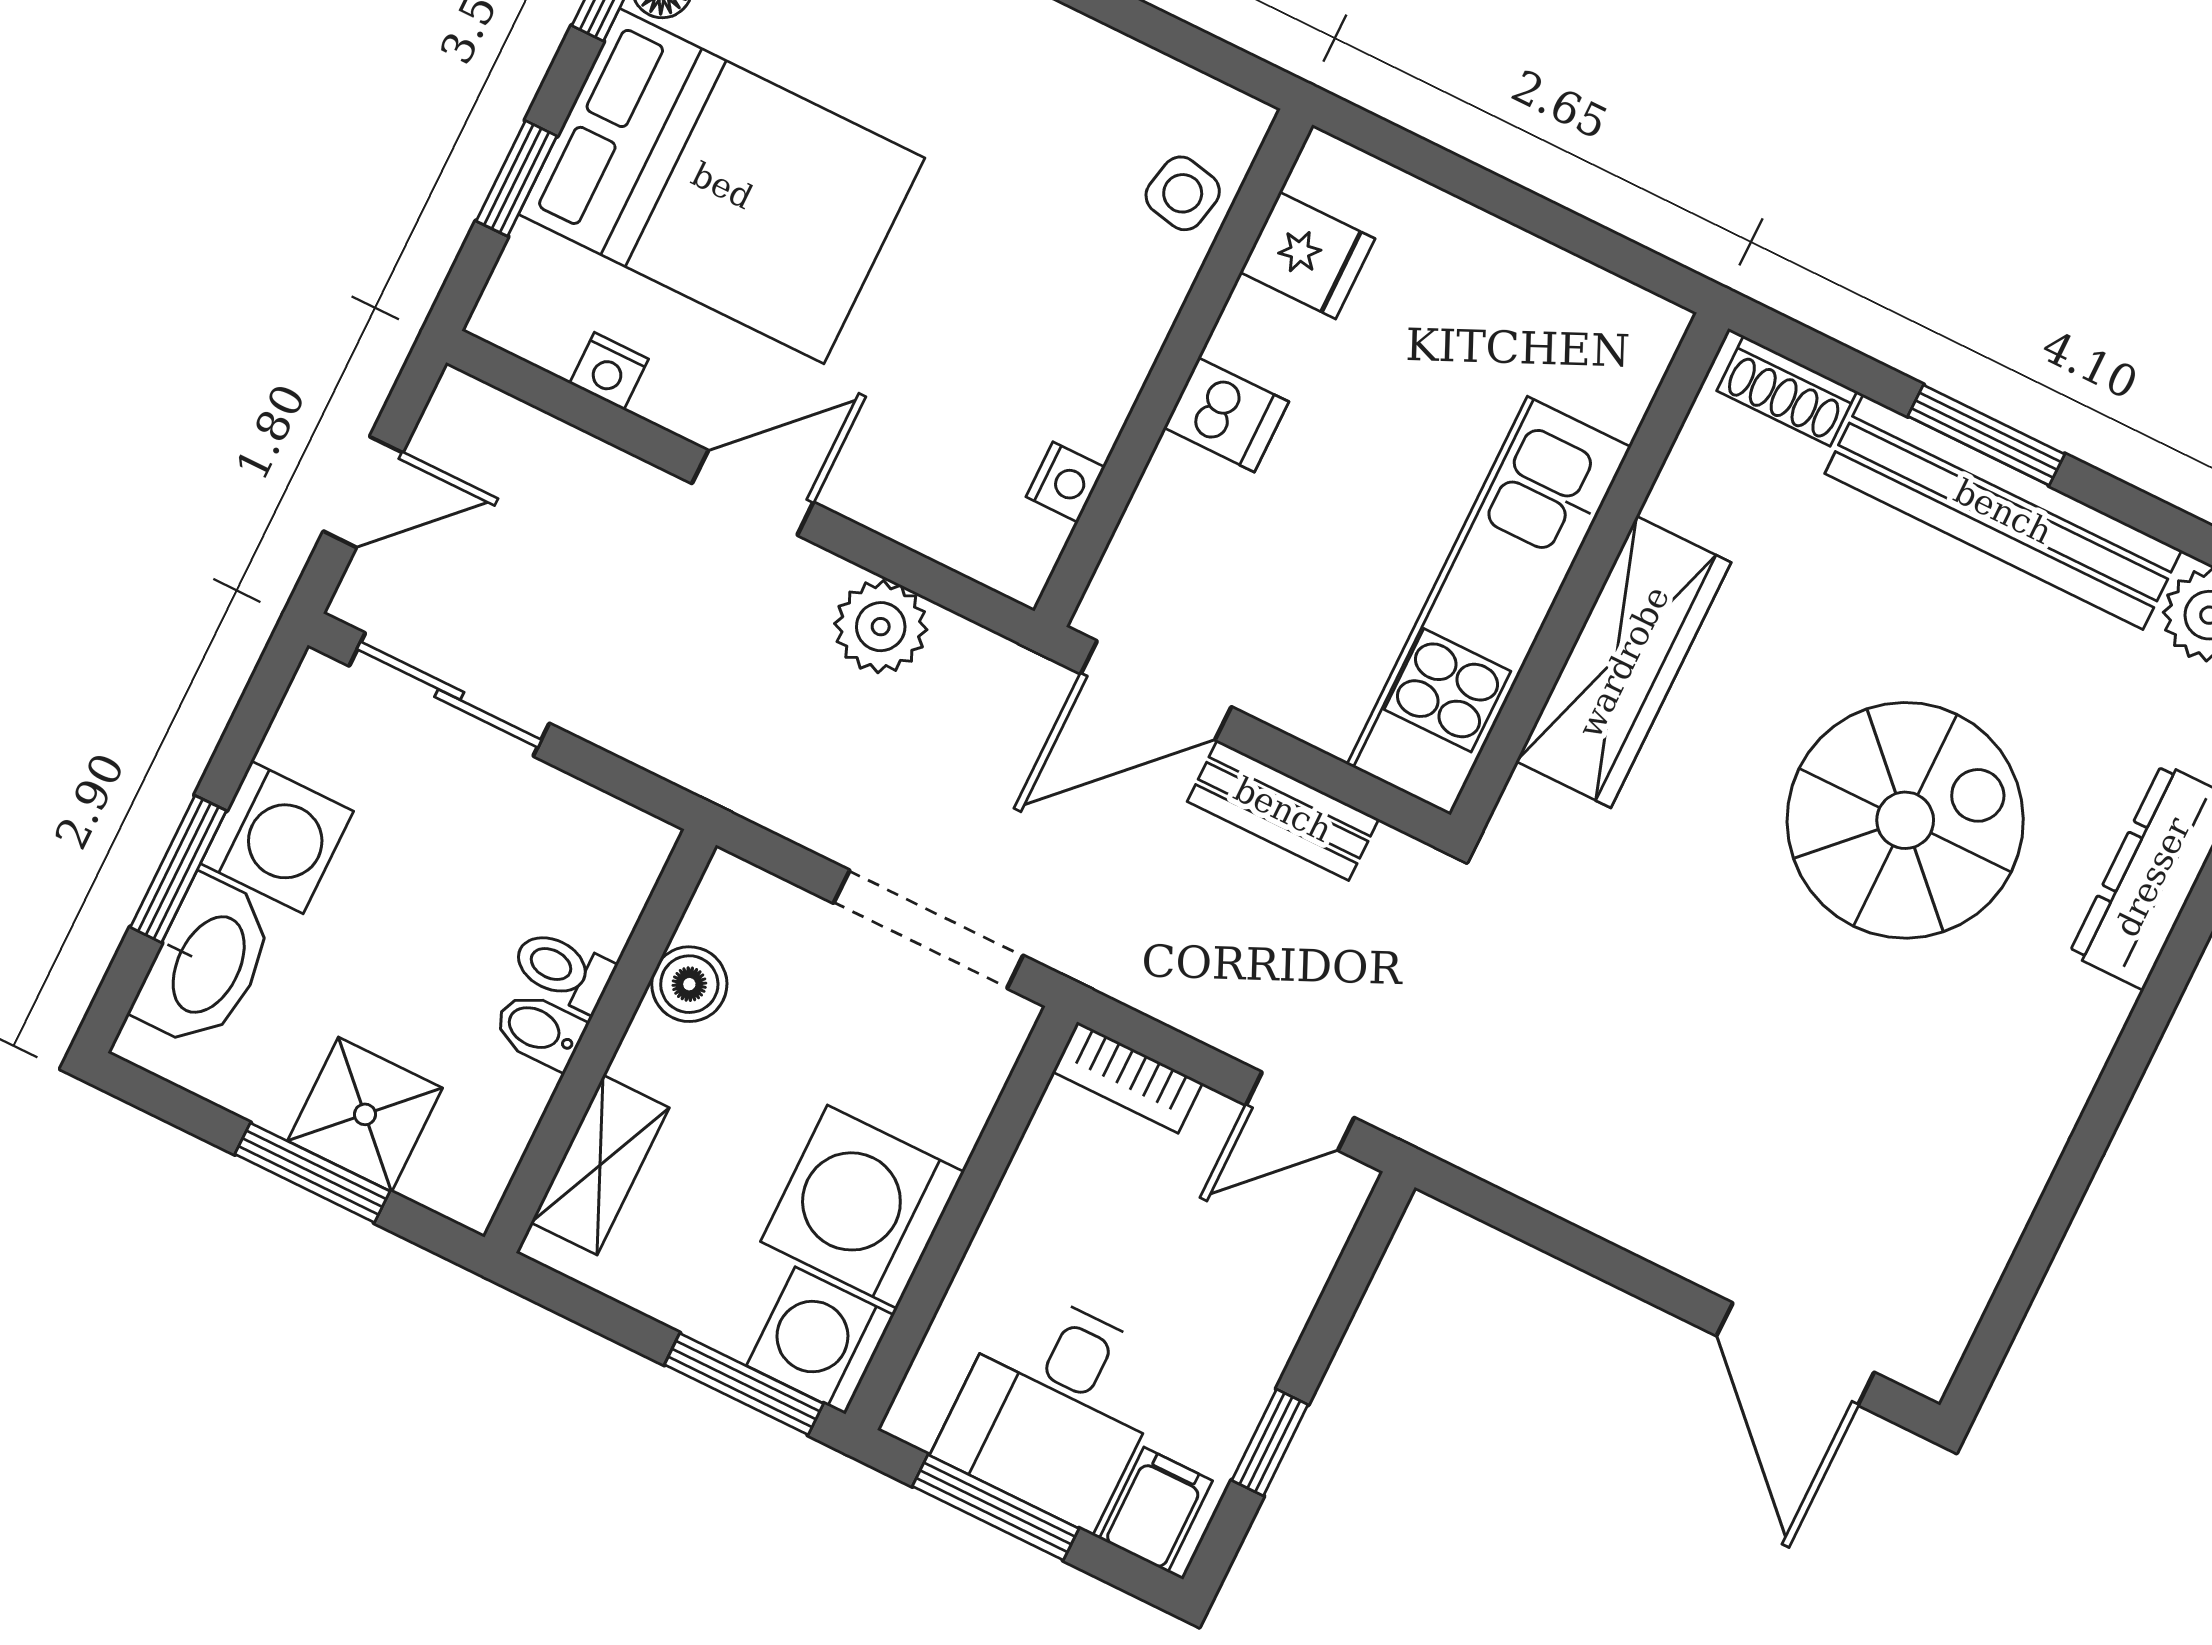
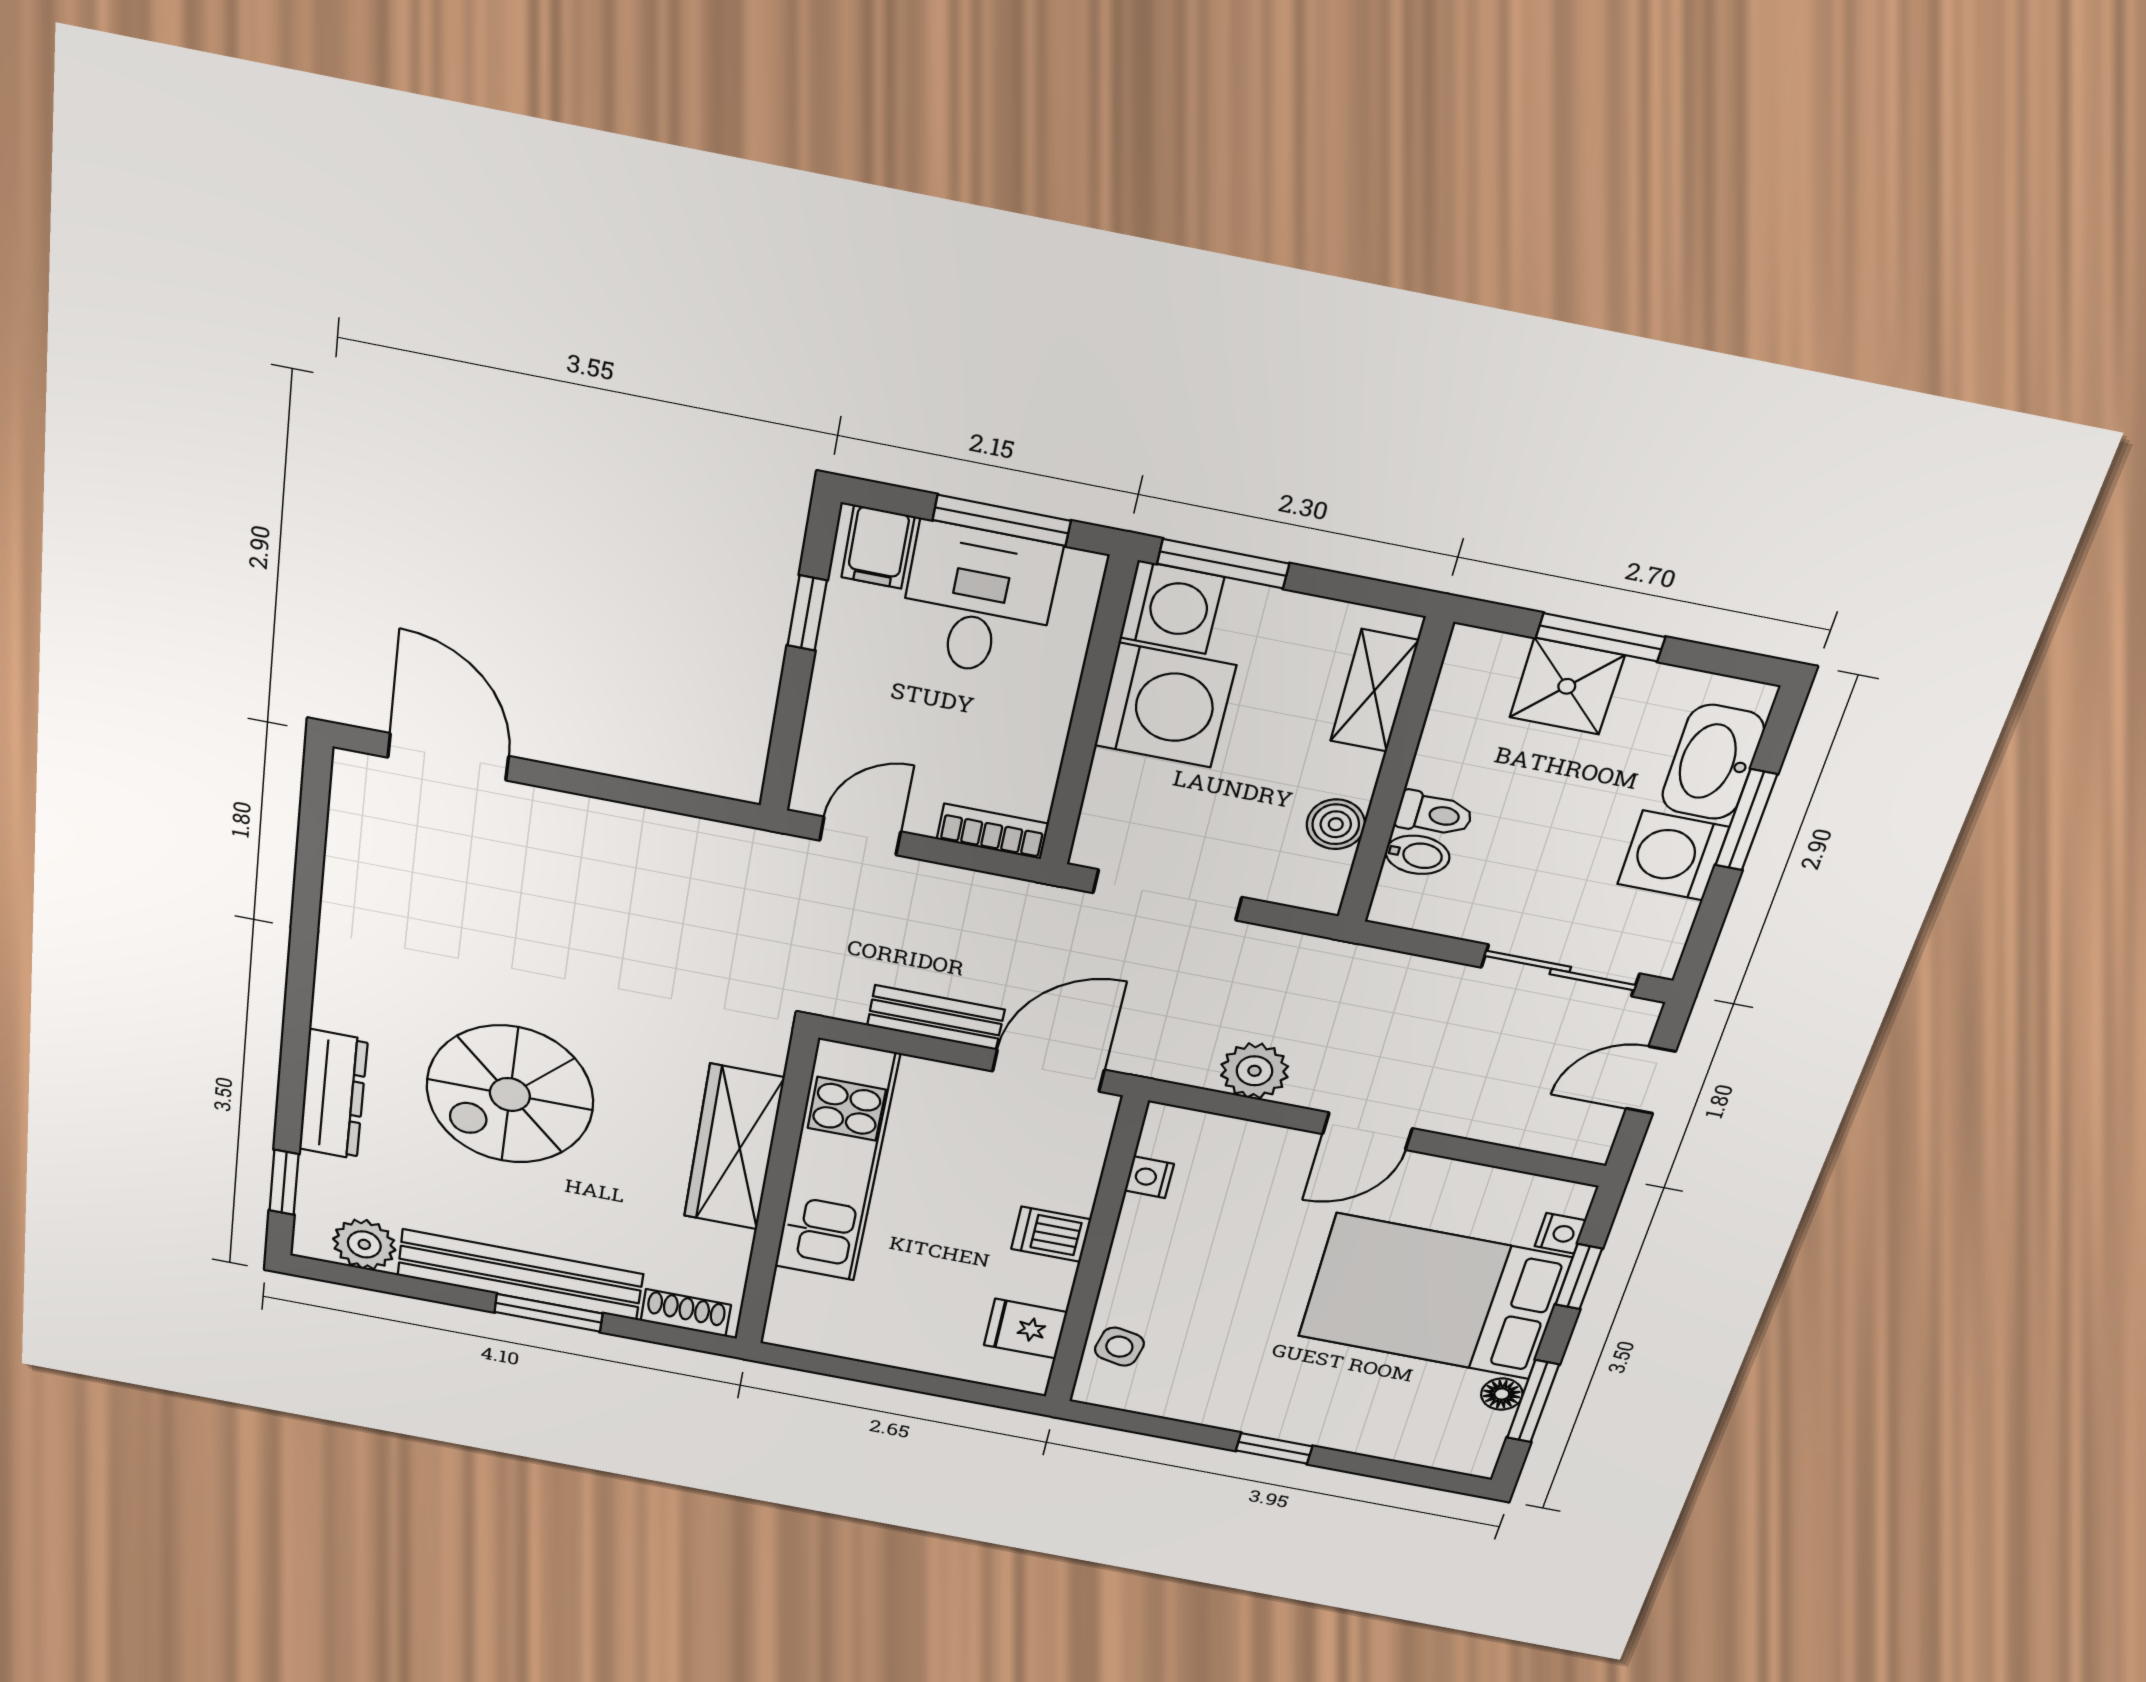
nightstand: (609, 371) -> (1560, 1233), moved, turned 90
bidet: (539, 1030) -> (1417, 855), moved

